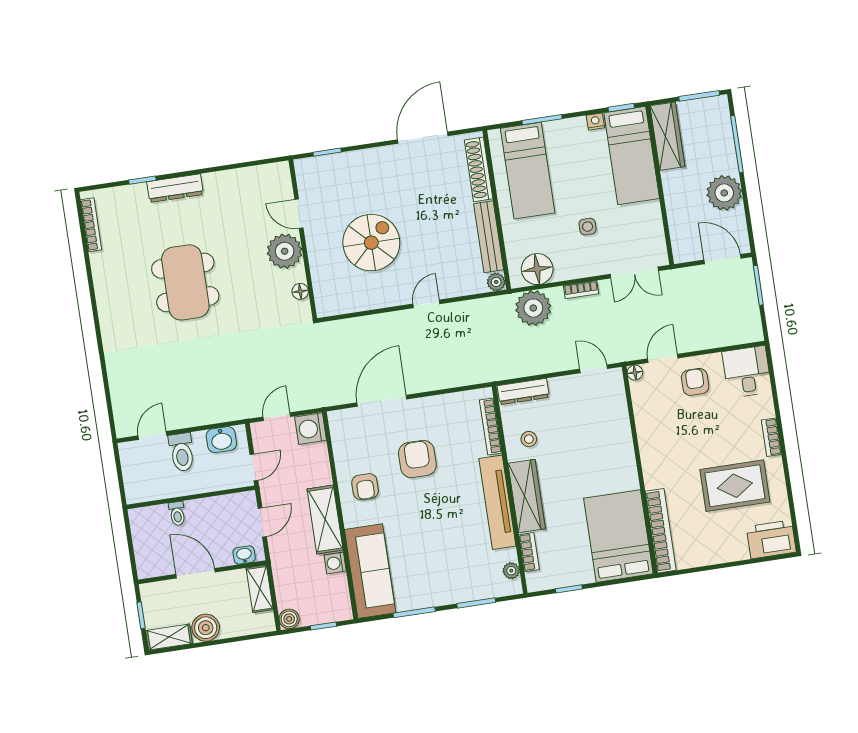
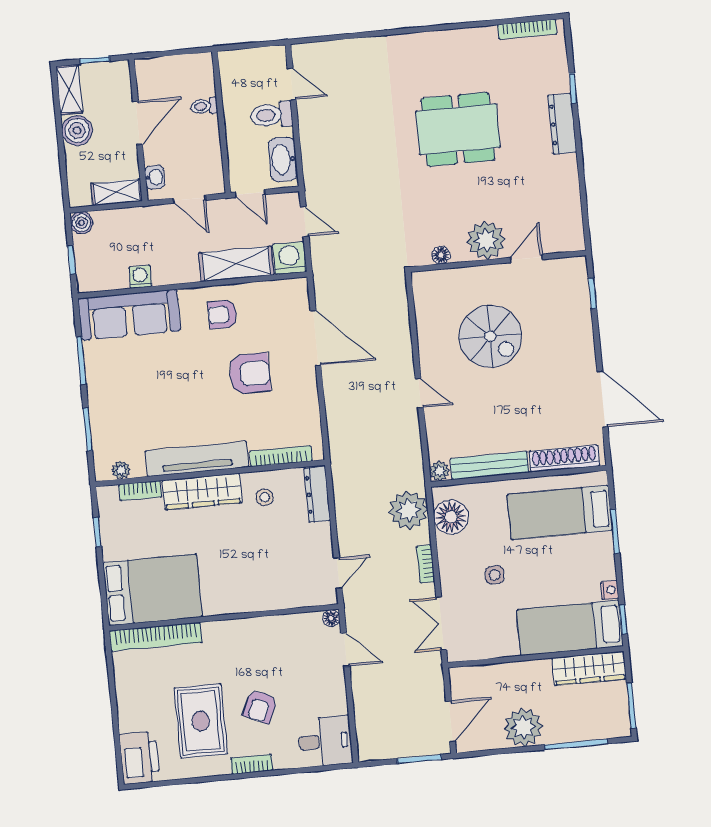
armchair: (695, 382) -> (260, 707), moved, turned 114
washbasin: (221, 440) -> (283, 159), width x1.38
shelving: (325, 520) -> (236, 264), moved

